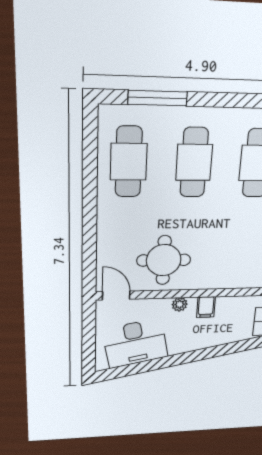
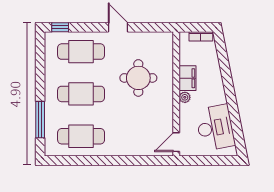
round table: (164, 260) -> (138, 78), moved
filing cabinet: (206, 307) -> (188, 78), width x2.00

